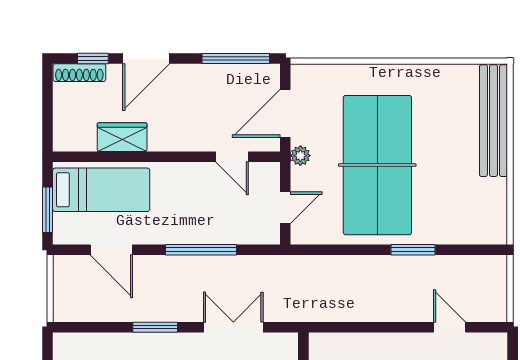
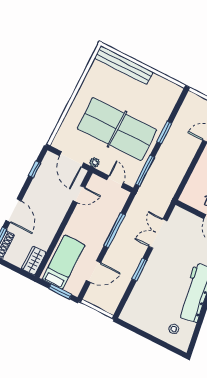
window: (236, 59) -> (35, 169), width x0.46
wardrobe: (122, 137) -> (34, 261), moved
window: (330, 250) -> (145, 171), added

